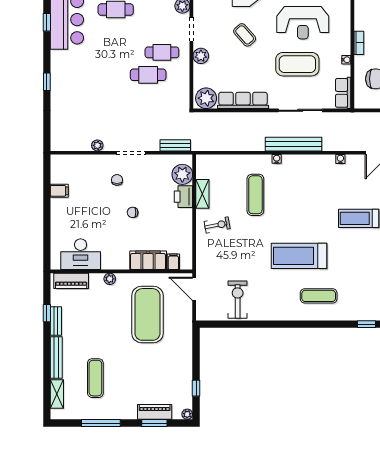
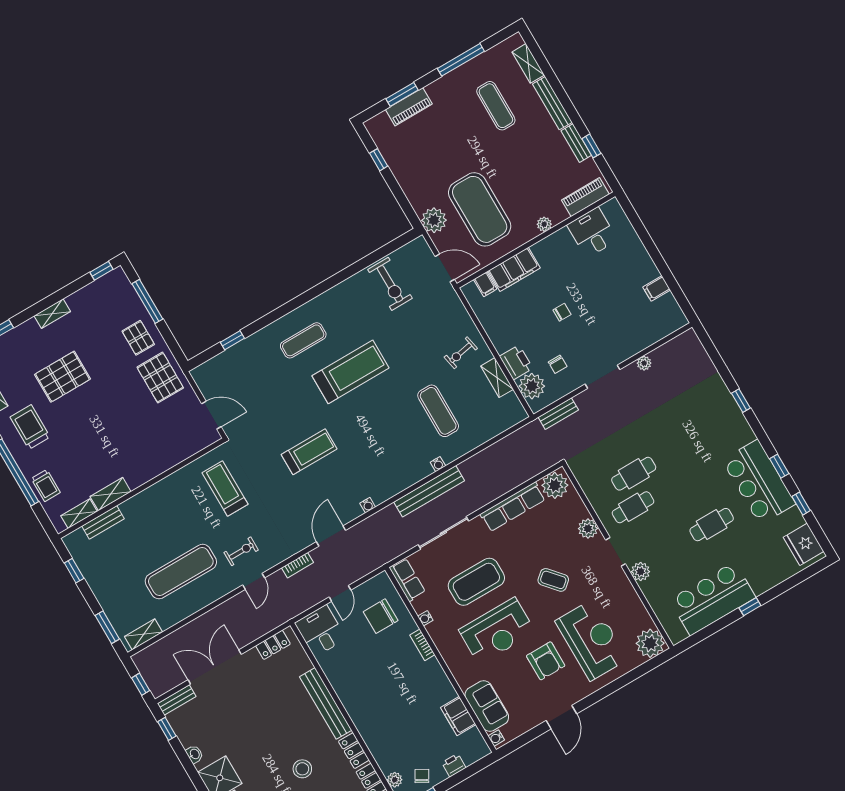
reception desk: (303, 23) -> (497, 631), turned 180
chair: (117, 180) -> (558, 364), moved
desk: (81, 254) -> (592, 233), width x0.73
plant: (187, 414) -> (434, 220), moved, width x1.87, depth x1.87

